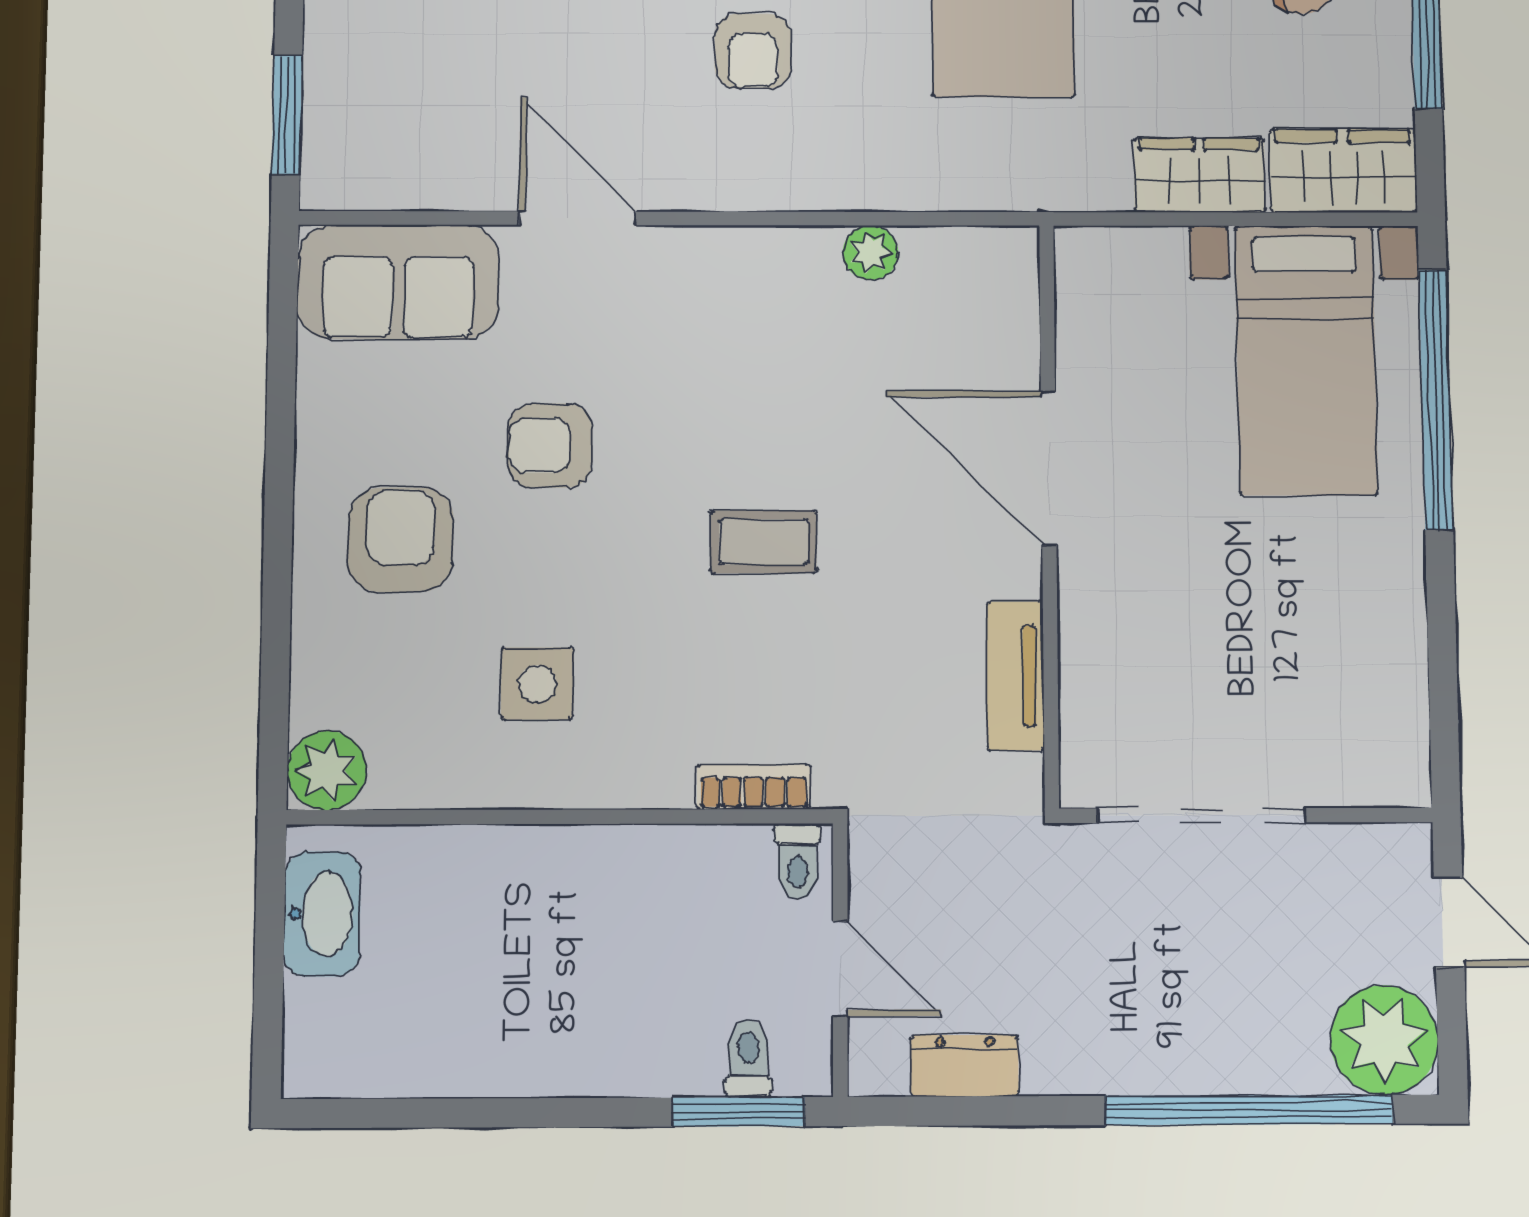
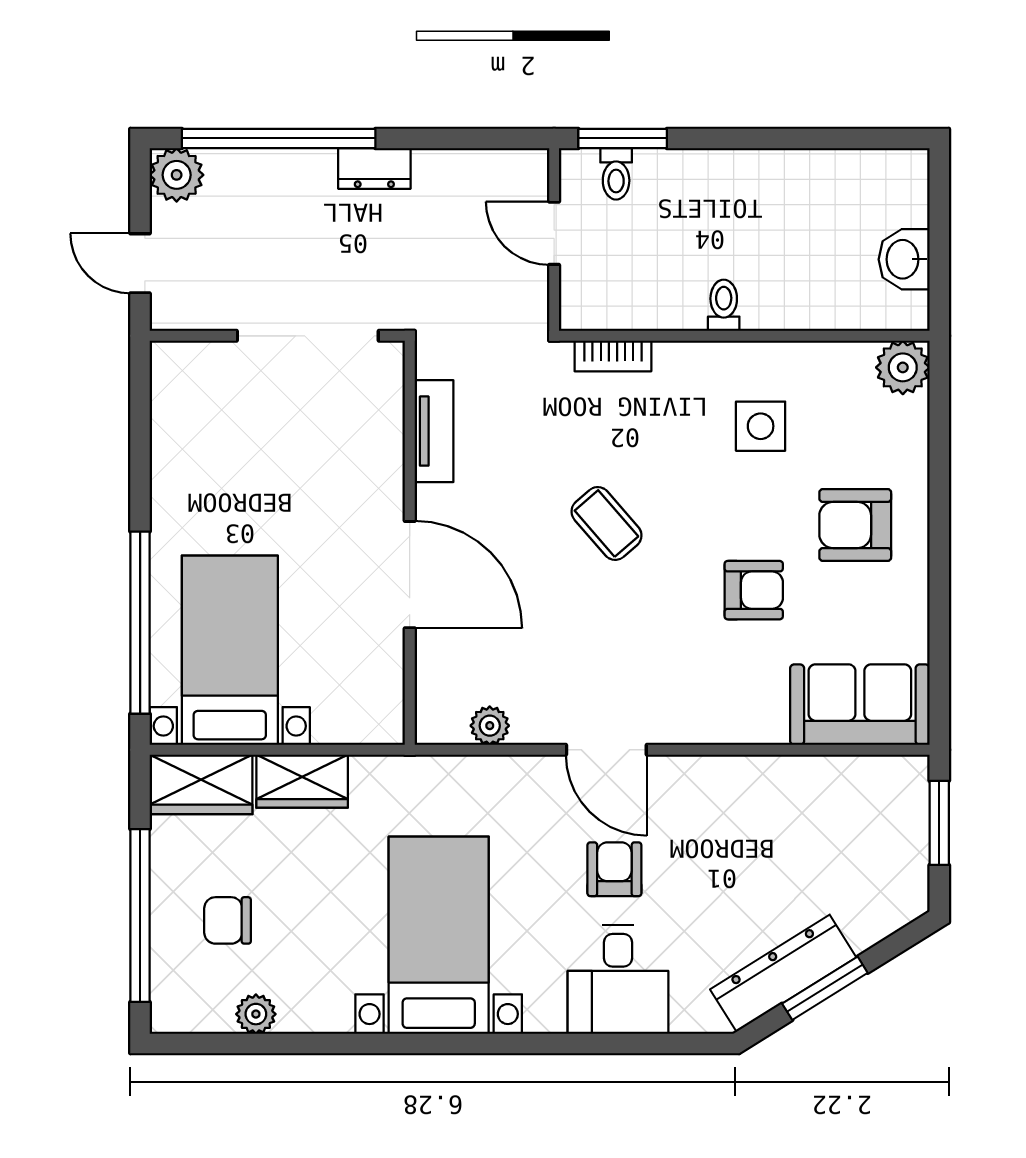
door: (577, 218) -> (606, 750), moved
plant: (871, 253) -> (490, 726), moved
armchair: (401, 540) -> (855, 525), turned 90
coffee table: (763, 542) -> (606, 523), turned 49
toilet: (797, 861) -> (724, 305), moved
washbasin: (322, 914) -> (904, 259), width x0.72
plant: (1384, 1040) -> (177, 175), width x0.73, depth x0.73
dresser: (965, 1066) -> (374, 168), moved

